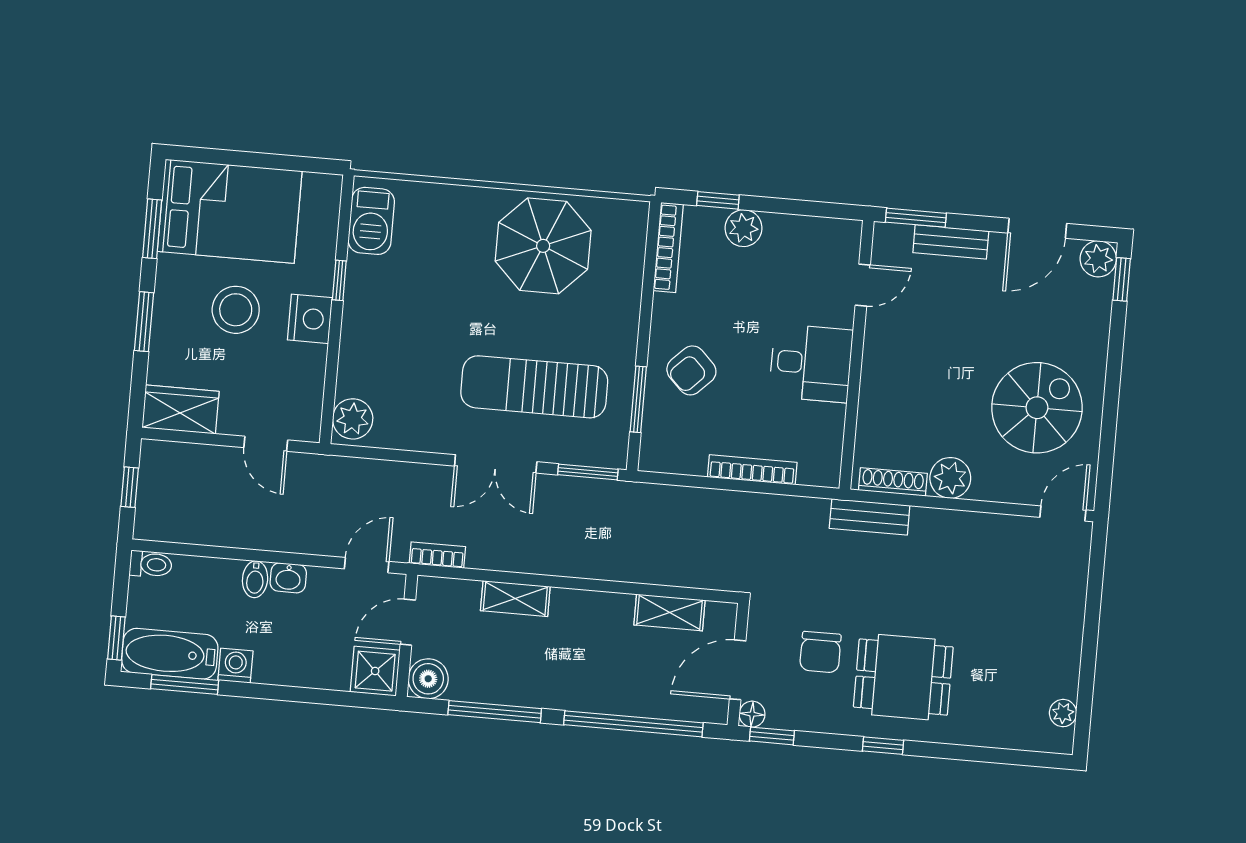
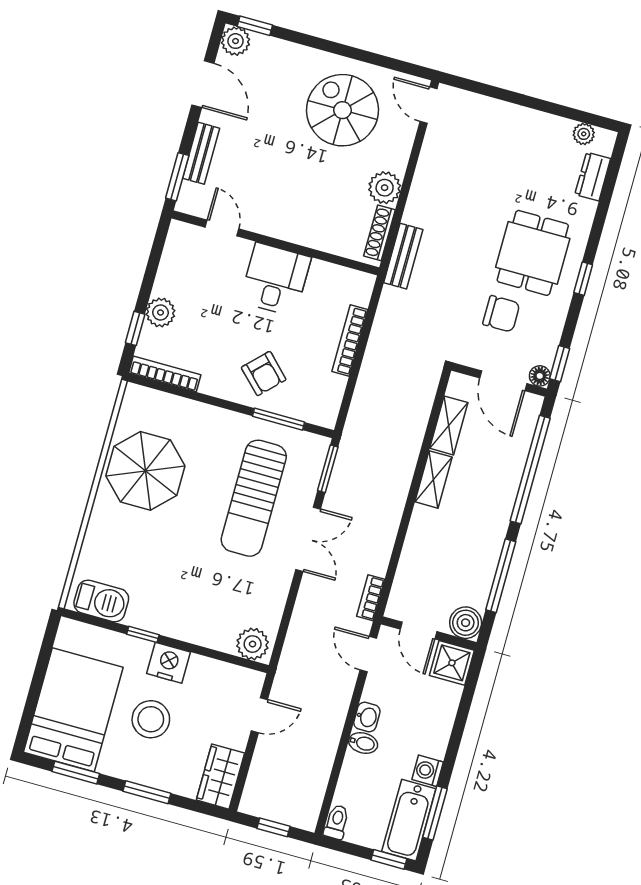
shelving: (515, 599) -> (434, 479), moved
dresser: (1012, 734) -> (593, 177), added

